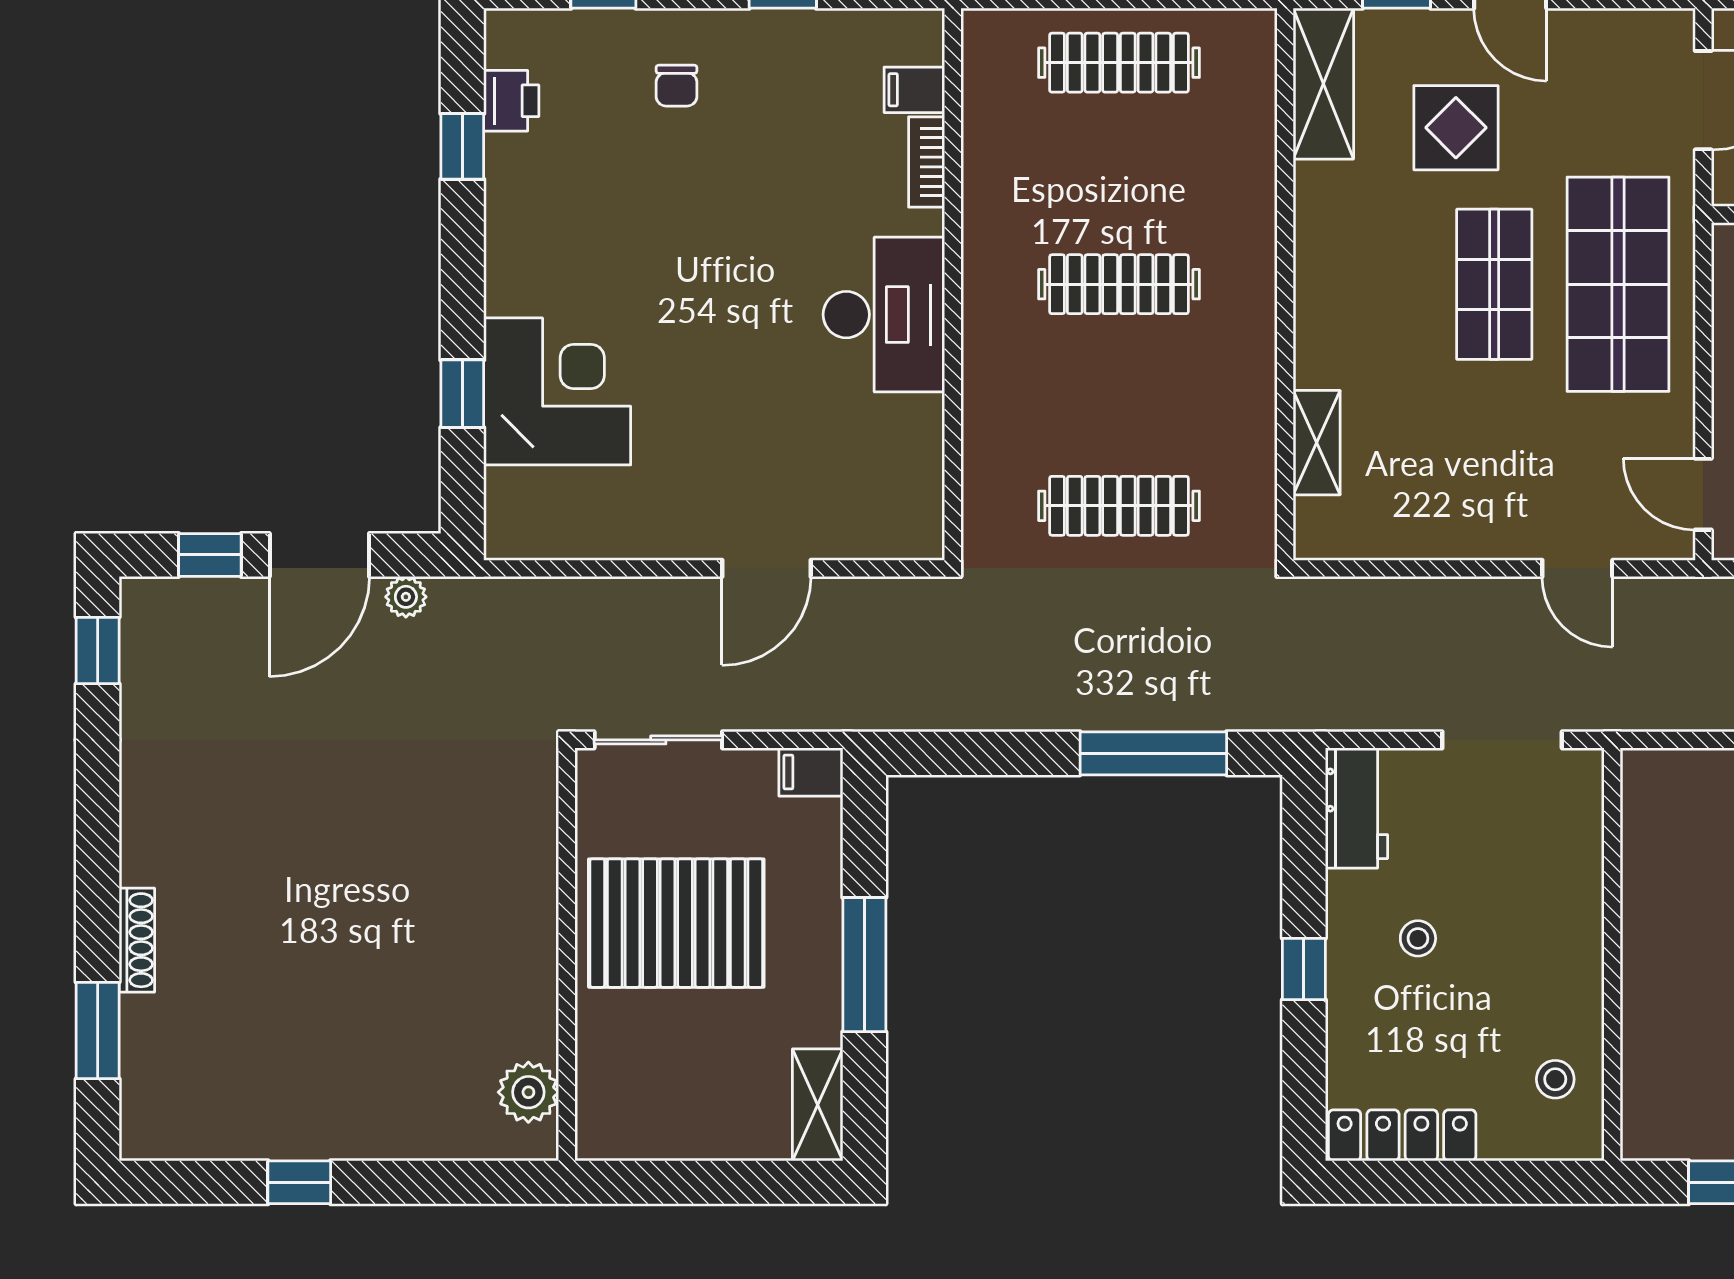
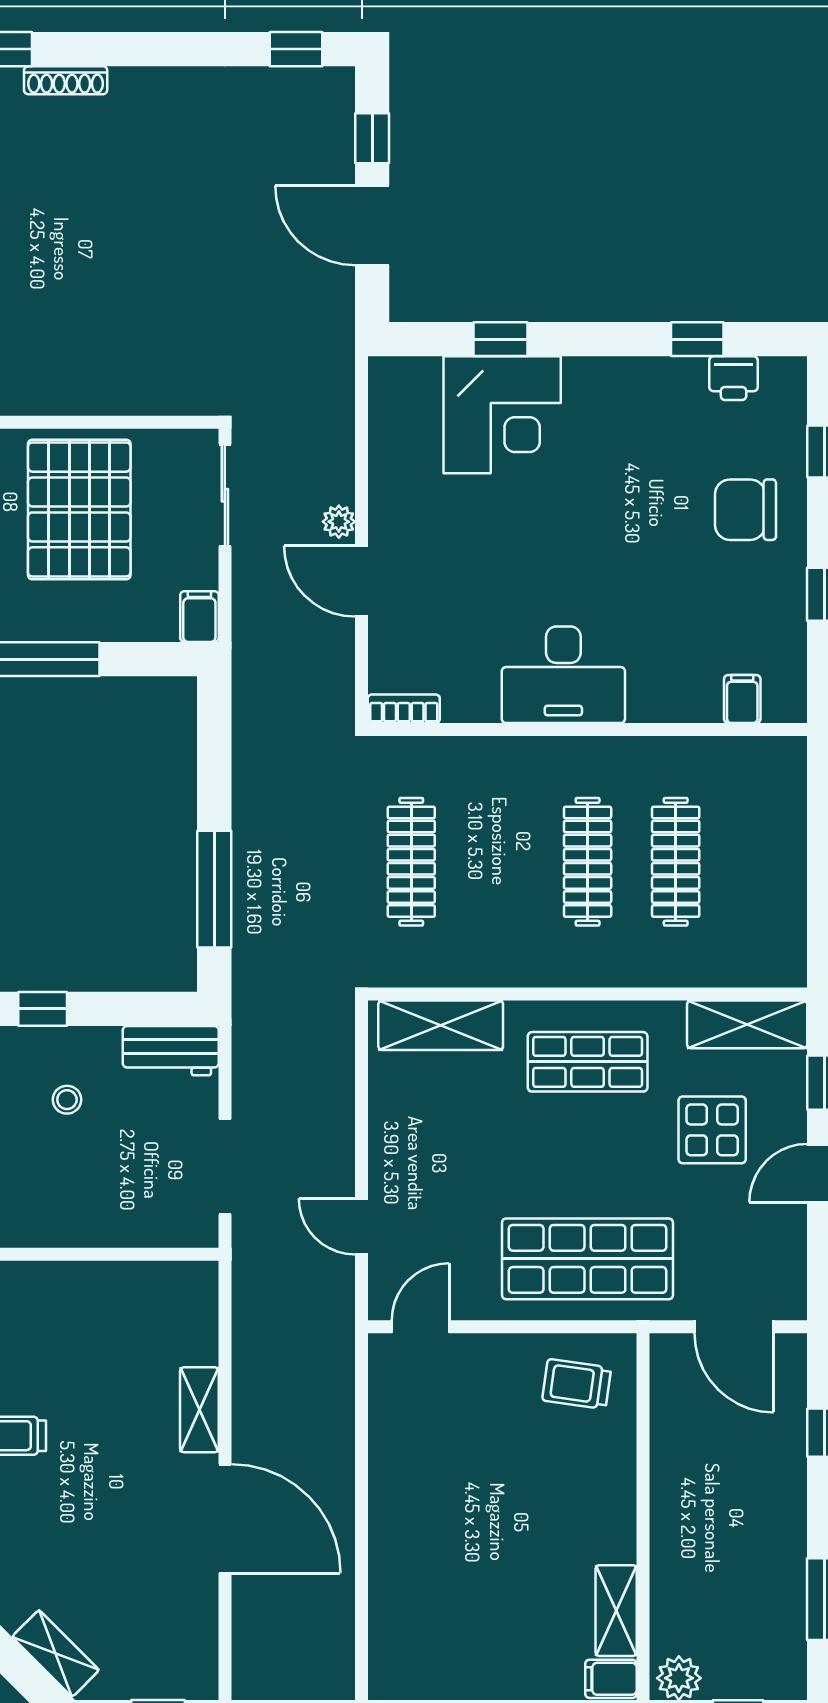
clothes rail: (1119, 63) -> (676, 862), moved
chair: (677, 86) -> (746, 510), width x1.87, depth x1.87
bookcase: (927, 162) -> (404, 709), moved
shop shelf: (1494, 284) -> (588, 1062), moved
shelving: (1317, 443) -> (441, 1025), width x1.50, depth x1.33
door: (1577, 568) -> (361, 1226), hinge flipped
plant: (406, 597) -> (339, 522), moved

